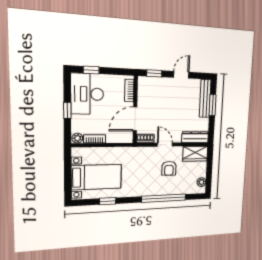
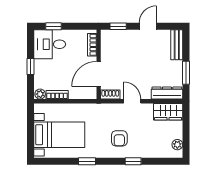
desk: (87, 94) -> (50, 44), width x0.73
bench: (205, 98) -> (177, 45), width x0.73
window: (213, 105) -> (186, 73), moved
armchair: (169, 168) -> (119, 138), moved
window: (164, 198) -> (133, 161), width x0.32
window: (108, 201) -> (87, 161), moved

